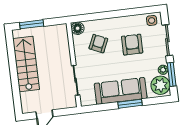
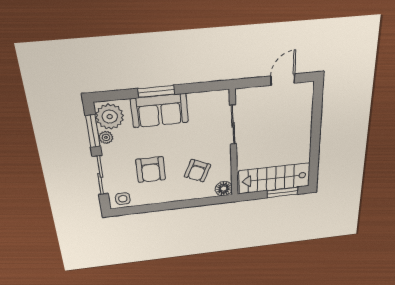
stairs: (26, 64) -> (274, 178), moved, turned 90
sofa: (121, 91) -> (160, 111), width x0.73

